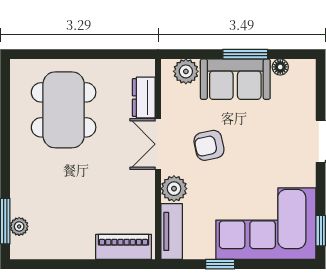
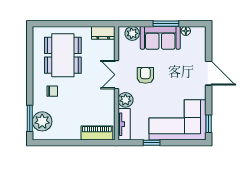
dresser: (144, 98) -> (103, 33), moved, turned -90
armchair: (209, 145) -> (145, 75), turned 102
chair: (45, 173) -> (52, 91), added
plant: (19, 226) -> (42, 121), width x1.88, depth x1.88

